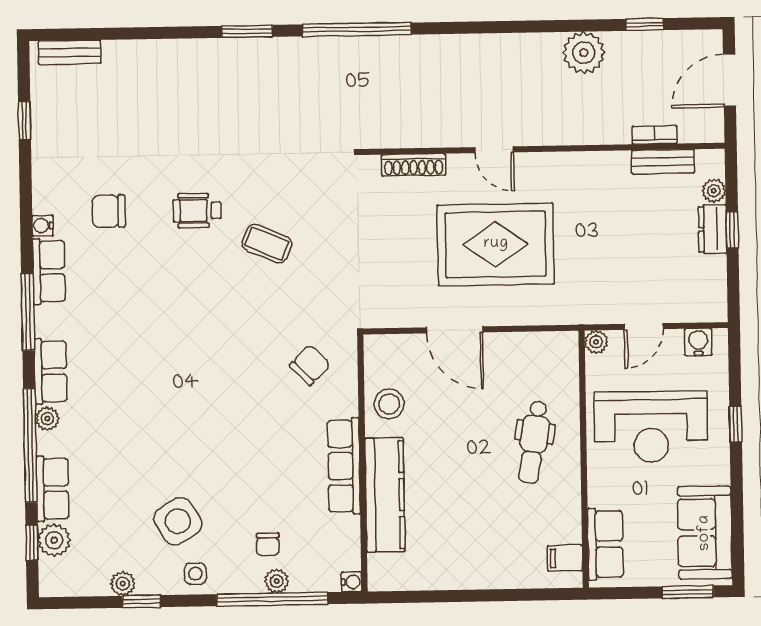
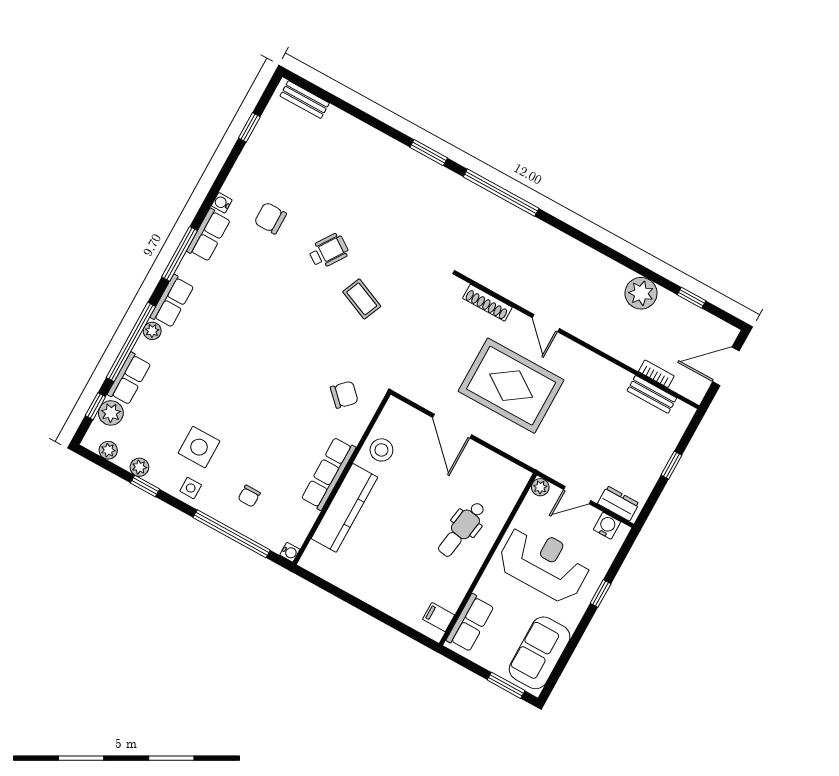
plant: (714, 191) -> (674, 433), removed
wheelchair: (197, 211) -> (329, 251), turned 124
dresser: (712, 229) -> (618, 503), moved, turned 90
reception desk: (651, 427) -> (544, 563), turned 180
side table: (178, 521) -> (199, 447), turned 31
plant: (277, 581) -> (108, 450), moved

